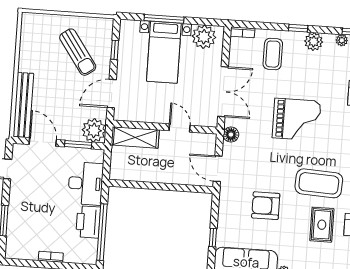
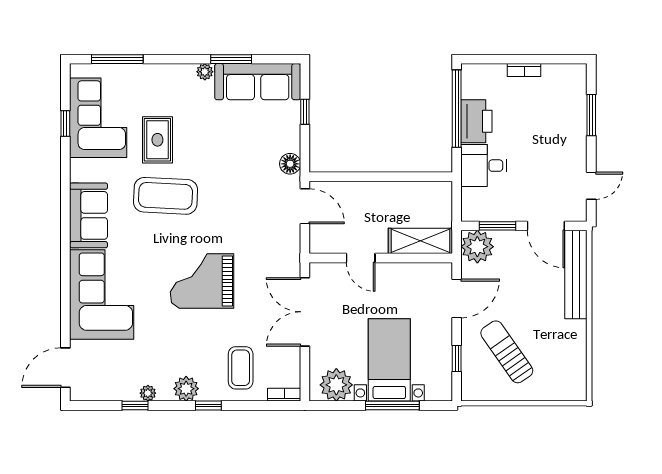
floor lamp: (231, 135) -> (290, 164), moved
desk: (86, 184) -> (484, 166), width x0.73
armchair: (266, 206) -> (236, 160), removed

